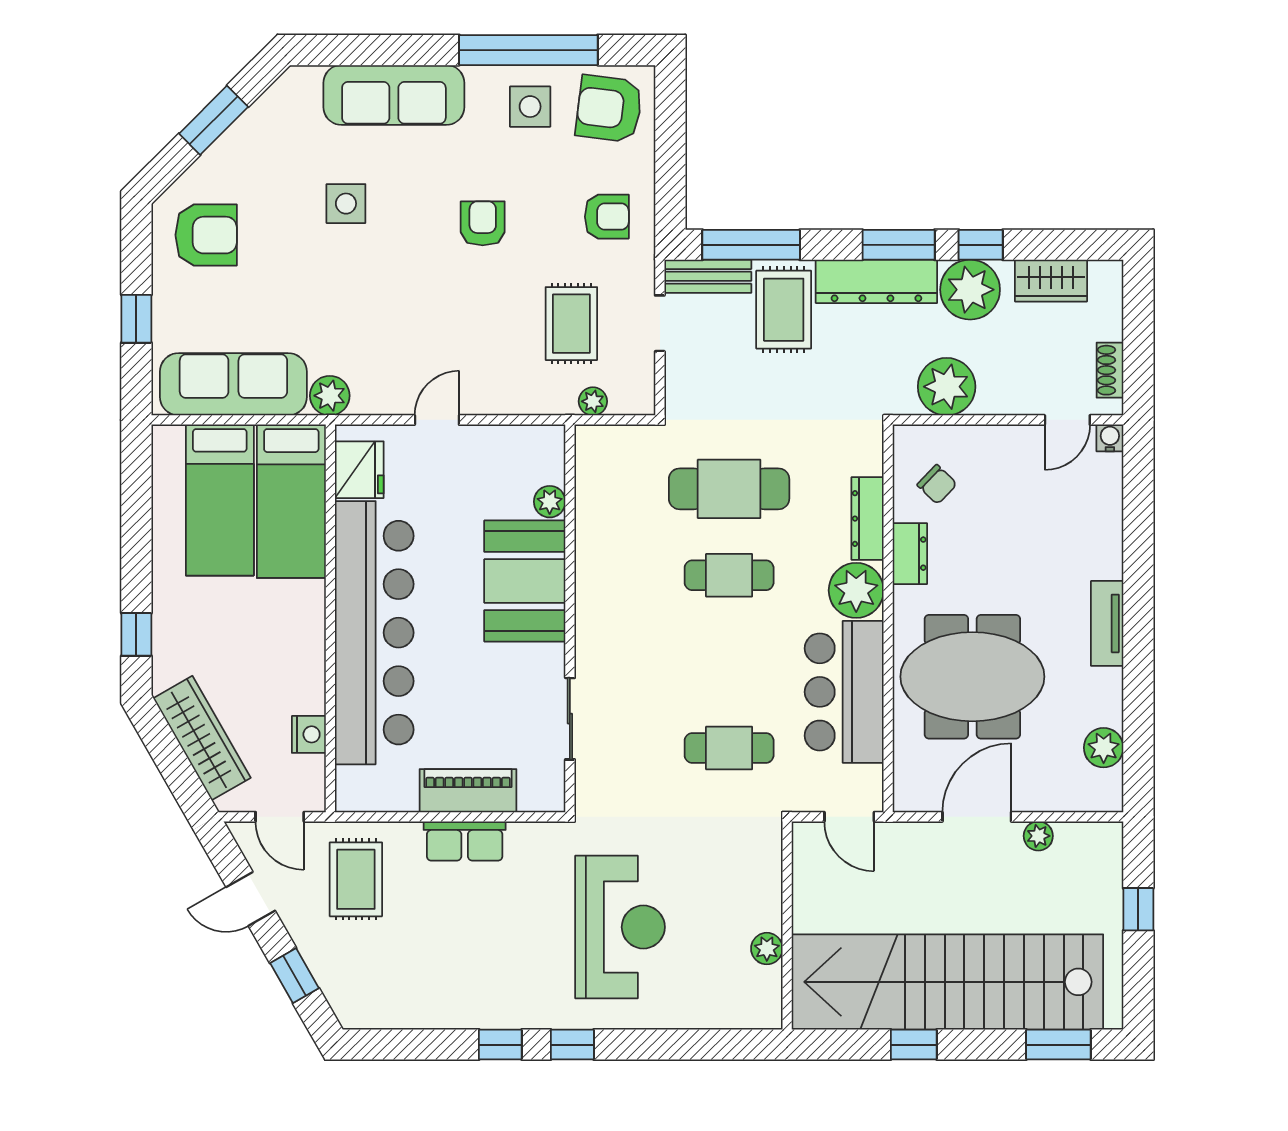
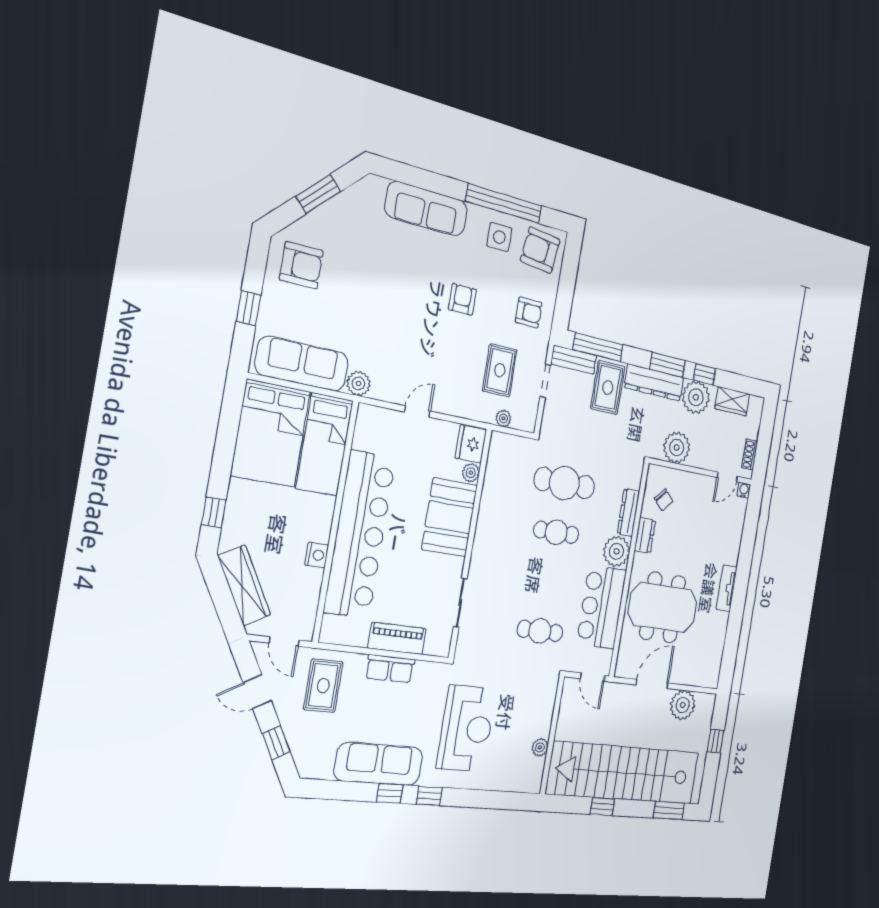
side table: (346, 204) -> (388, 267), removed
fridge: (359, 470) -> (471, 444), moved, turned 180
bed: (220, 500) -> (271, 433), width x1.50
nightstand: (309, 734) -> (317, 555), moved
plant: (1104, 748) -> (714, 654), removed
plant: (1038, 836) -> (683, 705), width x1.87, depth x1.87
sofa: (473, 998) -> (379, 764), added

